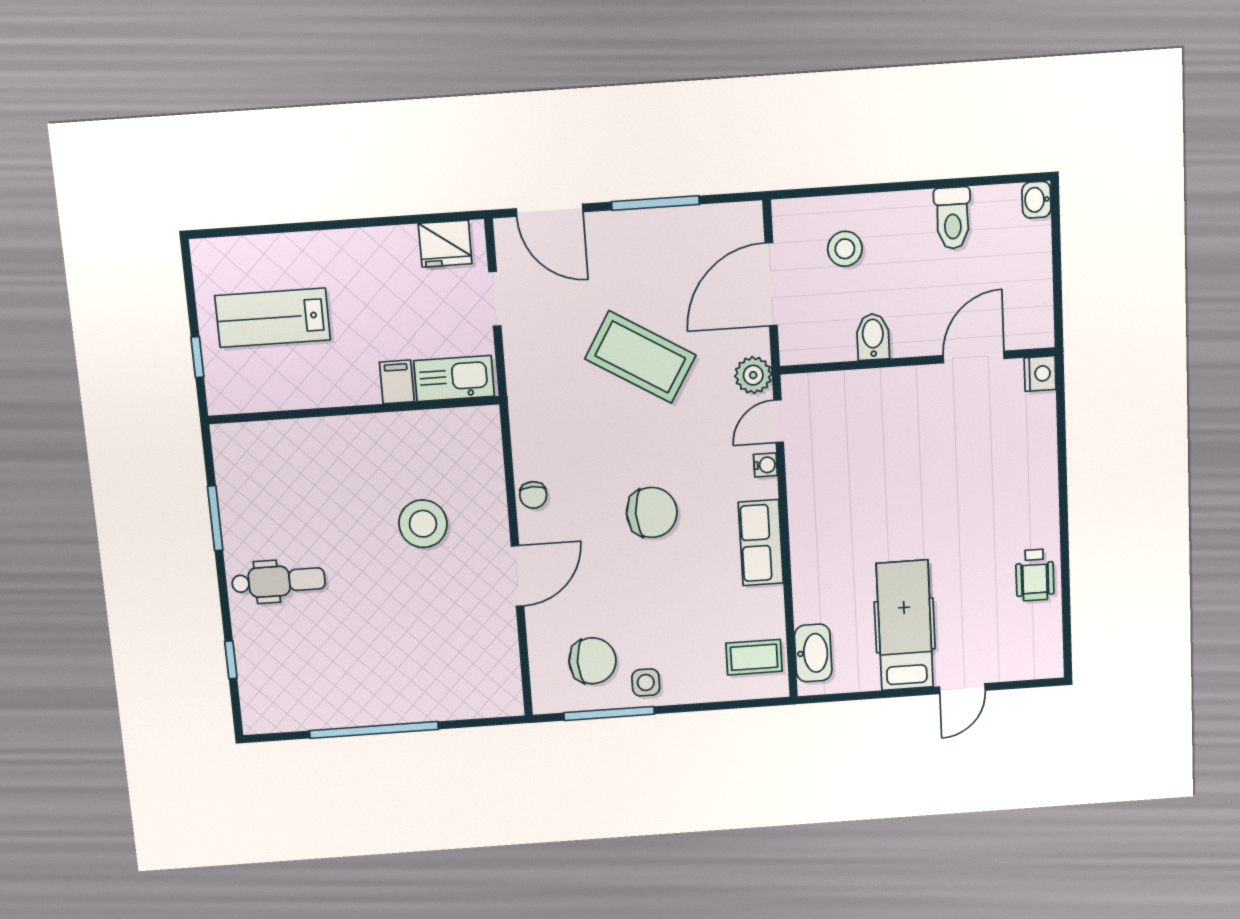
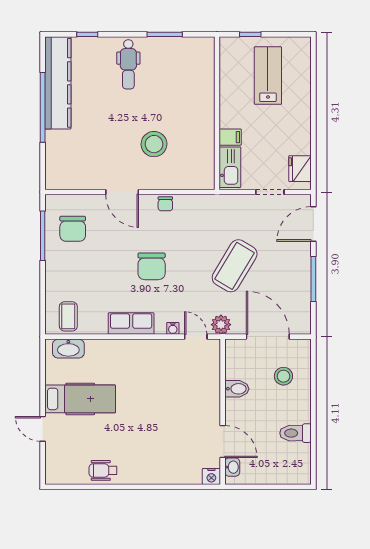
washbasin: (1037, 200) -> (232, 467), moved, turned 90
chair: (533, 495) -> (165, 204), turned -90
side table: (646, 682) -> (59, 257), removed
kitchen counter: (326, 706) -> (58, 83), added

